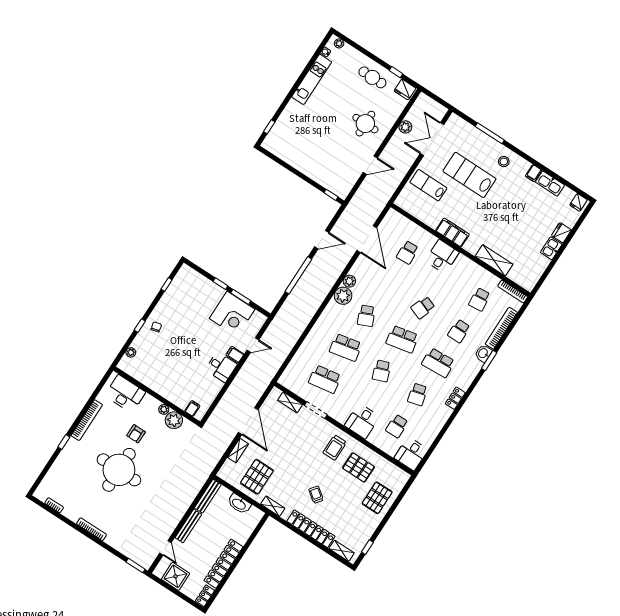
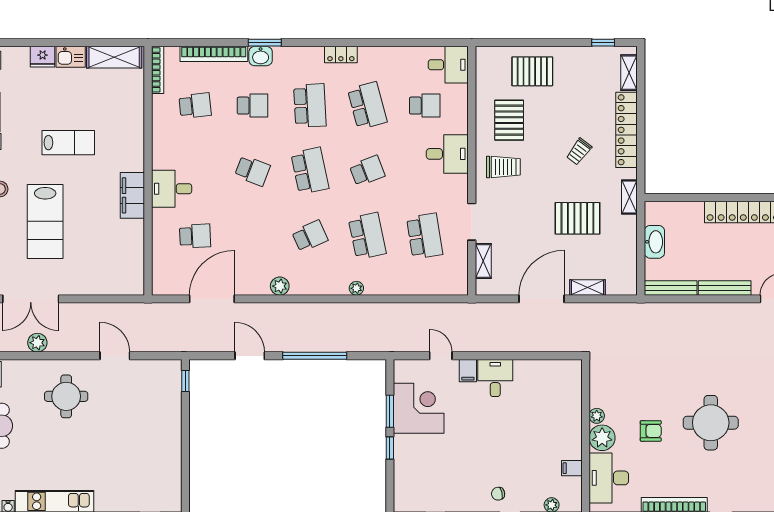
lab bench: (428, 185) -> (68, 143), moved, turned -90
shelving: (494, 260) -> (114, 57), moved, turned 90
plant: (343, 296) -> (356, 288), moved, width x0.53, depth x0.53
school desk: (418, 394) -> (367, 106), width x1.85
filing cabinet: (192, 408) -> (572, 468), moved
plant: (174, 420) -> (602, 438), moved
round table: (119, 470) -> (711, 423), width x0.73, depth x0.73
pallet: (257, 477) -> (577, 218), moved

